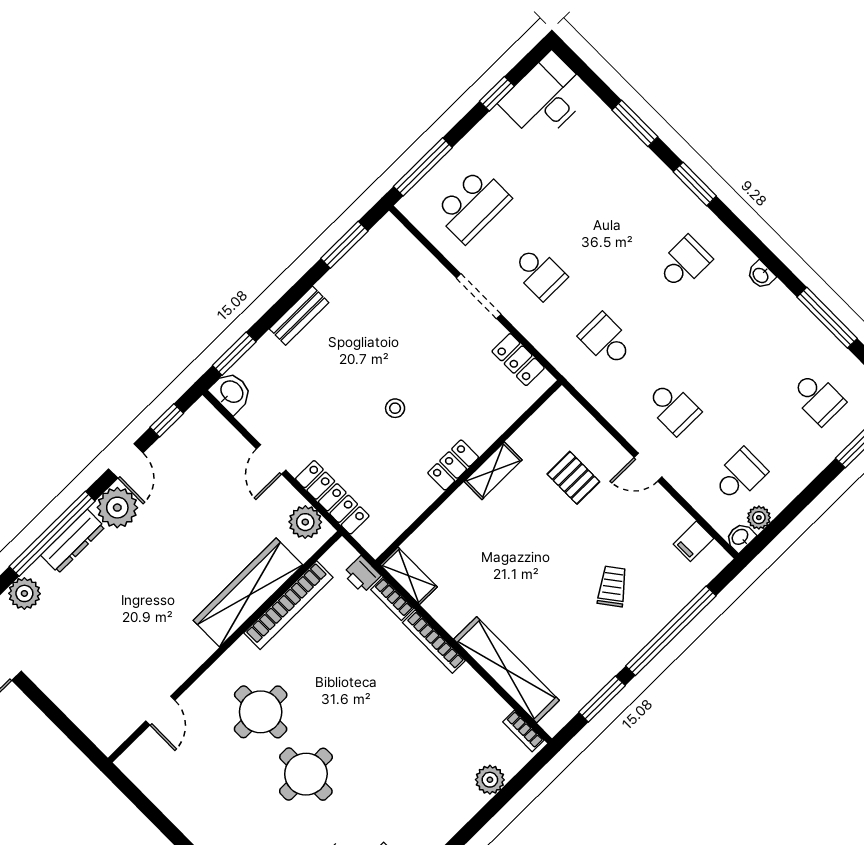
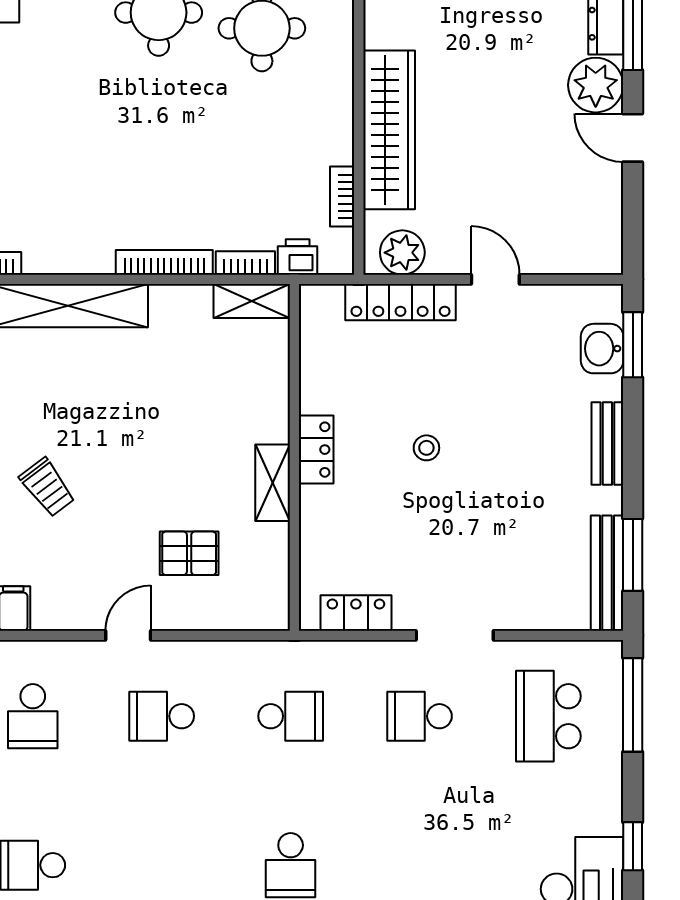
bench: (367, 249) -> (607, 573), added
washbasin: (231, 392) -> (602, 349), moved, turned 90
window: (167, 420) -> (633, 216), removed
bookcase: (288, 605) -> (342, 196), width x0.43, depth x0.76

